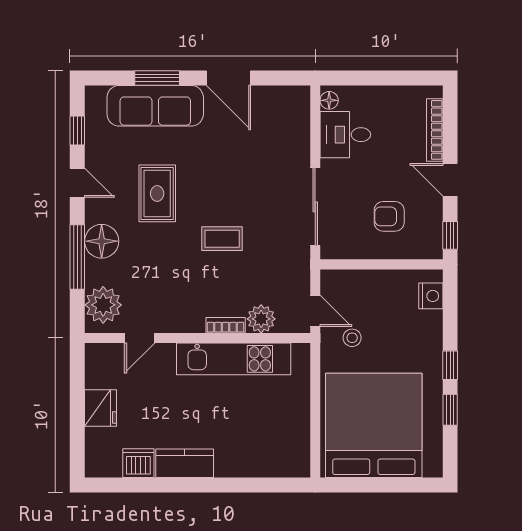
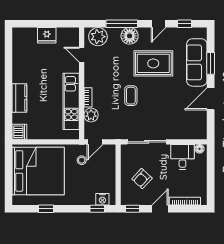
rug: (157, 193) -> (153, 63), width x1.36, depth x1.43
armchair: (389, 216) -> (142, 179), turned -137
window: (450, 365) -> (97, 209), moved
dishwasher: (138, 463) -> (19, 132), moved
kitchen counter: (185, 463) -> (19, 98), moved

